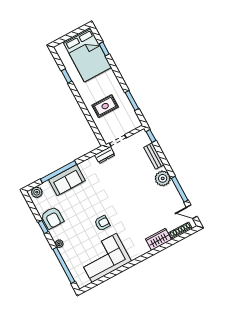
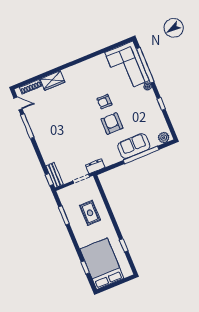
rug: (105, 106) -> (90, 213), turned 90
bench: (154, 156) -> (55, 175), moved
plant: (163, 178) -> (42, 138), removed
armchair: (52, 218) -> (112, 124), moved
corner sofa: (104, 258) -> (127, 66), moved, turned 90

